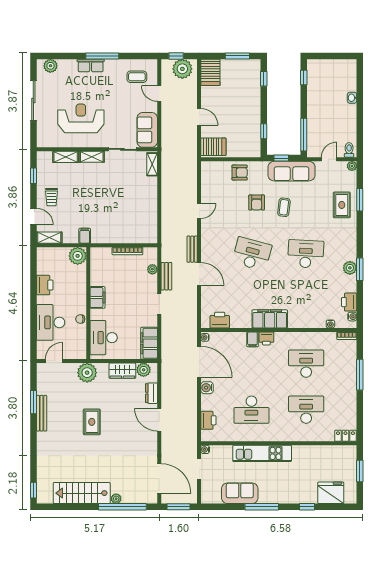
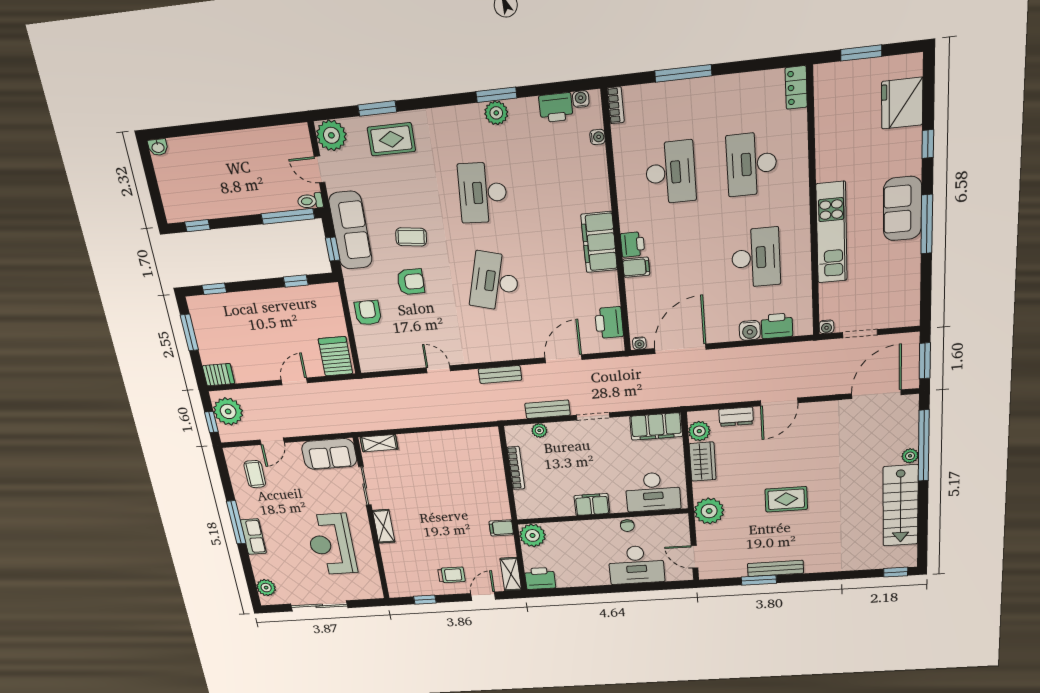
server rack: (210, 72) -> (218, 375), width x0.73, depth x0.70
washbasin: (352, 98) -> (158, 147), moved
toilet: (349, 150) -> (310, 201), moved
shelving: (66, 157) -> (390, 560), removed
plant: (352, 166) -> (331, 135), width x1.87, depth x1.87
door: (199, 274) -> (563, 359), moved
printer: (45, 285) -> (540, 578), moved
desk: (306, 364) -> (670, 172), turned 180
water cooler: (207, 388) -> (750, 330), moved
sofa: (240, 493) -> (902, 209), moved

